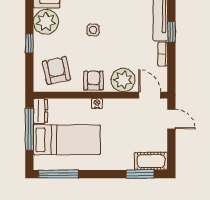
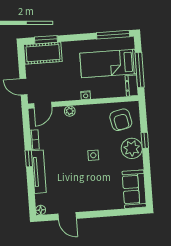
plant: (46, 22) -> (132, 148), moved
plant: (123, 80) -> (70, 111), width x0.53, depth x0.53
armchair: (94, 81) -> (90, 114), removed
door: (150, 95) -> (43, 105), hinge flipped
cot: (151, 161) -> (43, 53), width x1.37, depth x1.34

